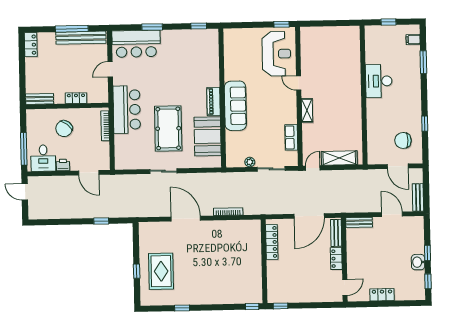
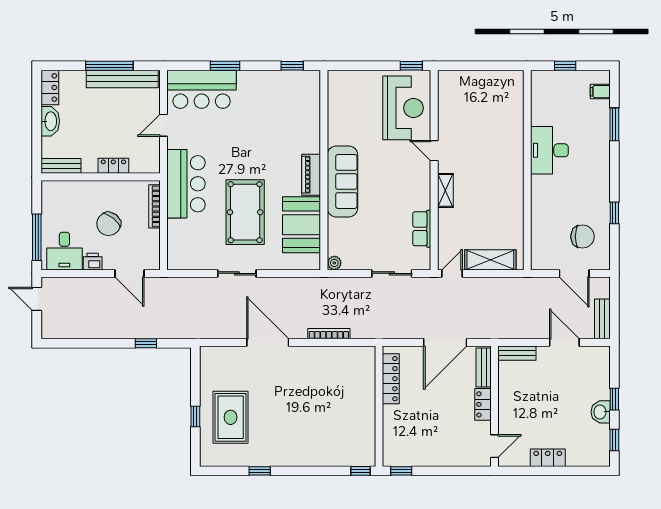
washbasin: (31, 68) -> (50, 121), added
chair: (64, 129) -> (109, 224), moved
chair: (403, 140) -> (582, 237), turned 180
plant: (250, 162) -> (334, 263), moved

